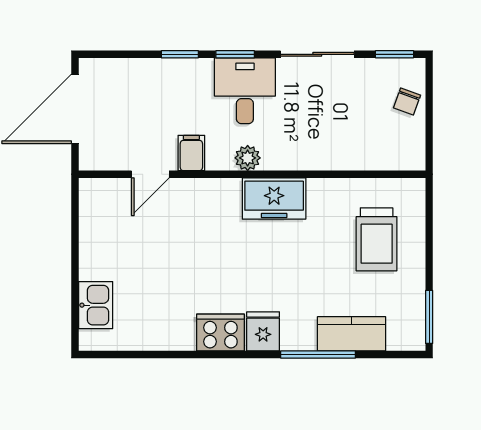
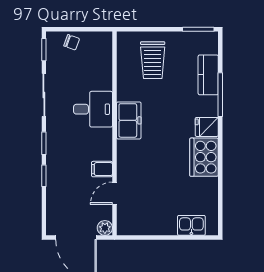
desk: (245, 91) -> (93, 109), moved, turned 180
plant: (248, 158) -> (105, 228), moved
door: (150, 174) -> (114, 193), swing flipped
trolley: (377, 239) -> (153, 60), turned 90
cooker: (220, 332) -> (204, 157), width x1.37, depth x1.31

